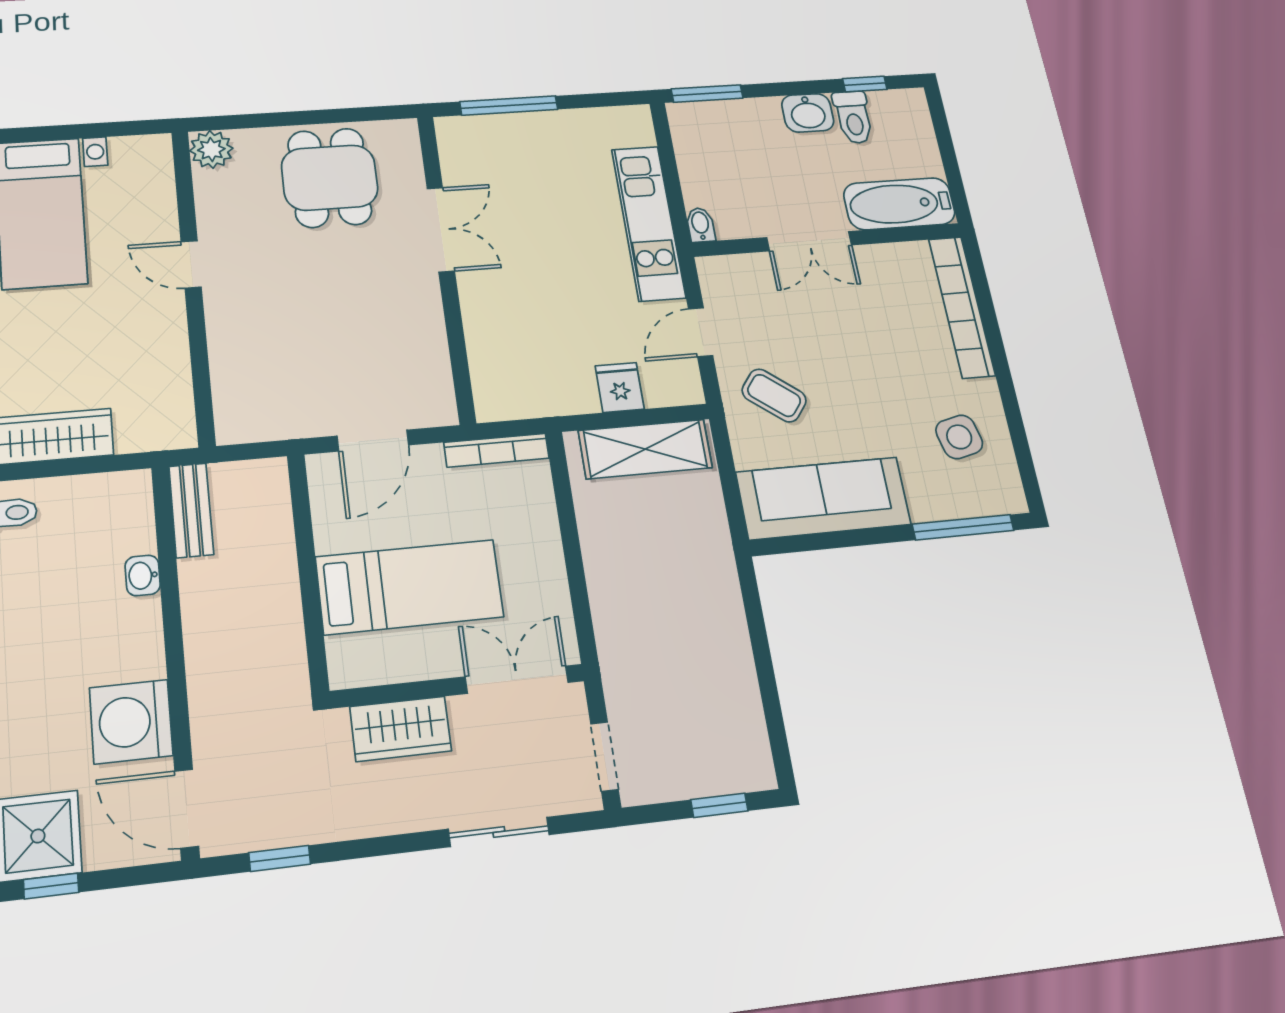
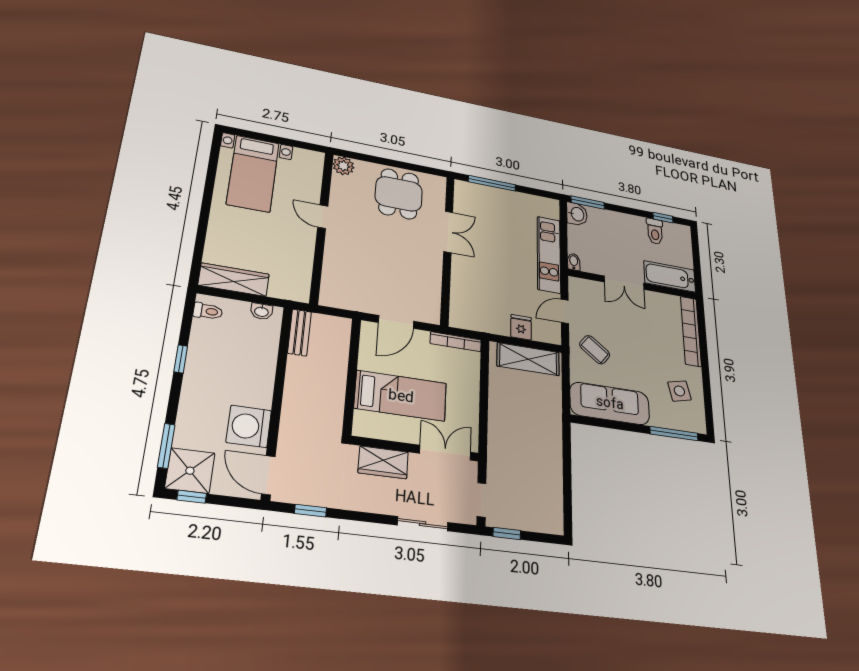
washbasin: (808, 113) -> (577, 214), moved, turned -90
washbasin: (143, 575) -> (261, 311), moved, turned -90
window: (719, 805) -> (507, 534), moved

